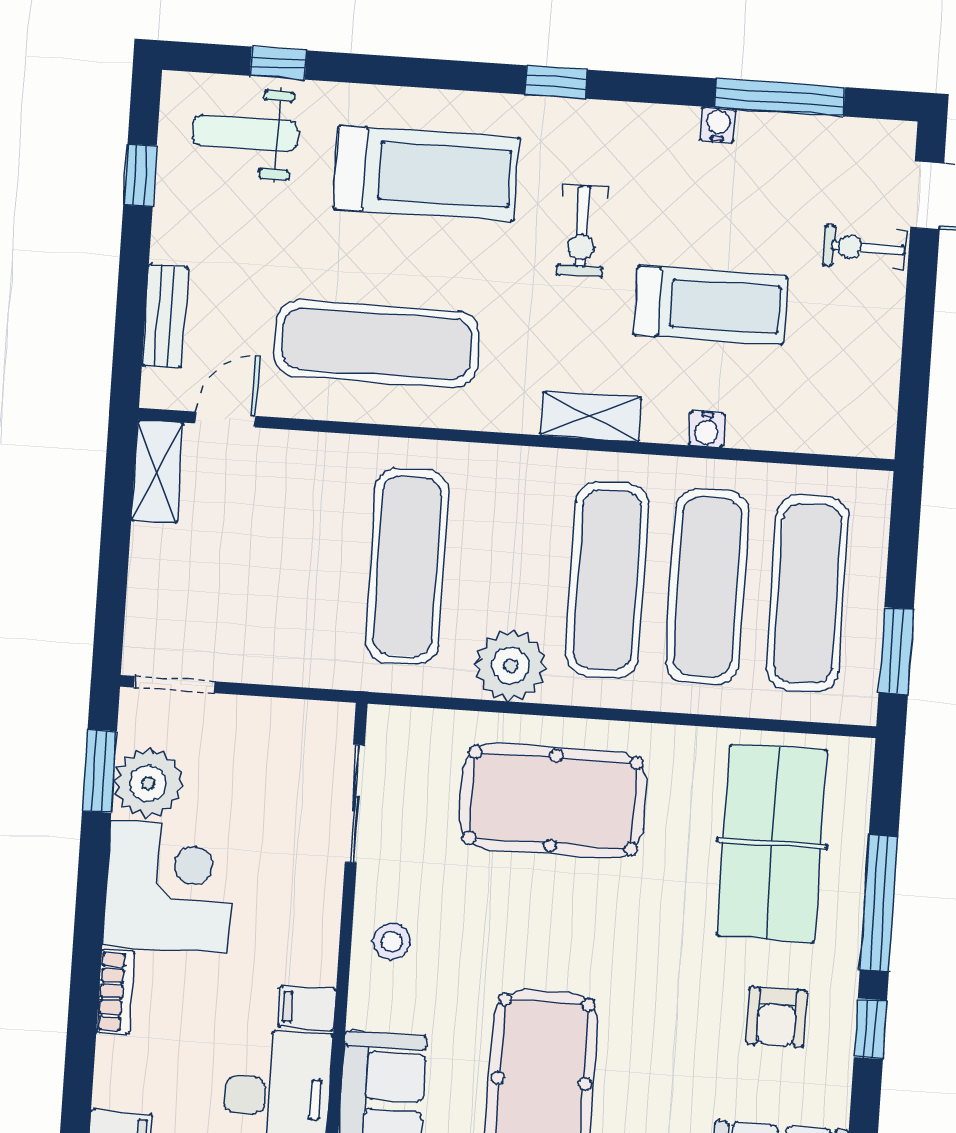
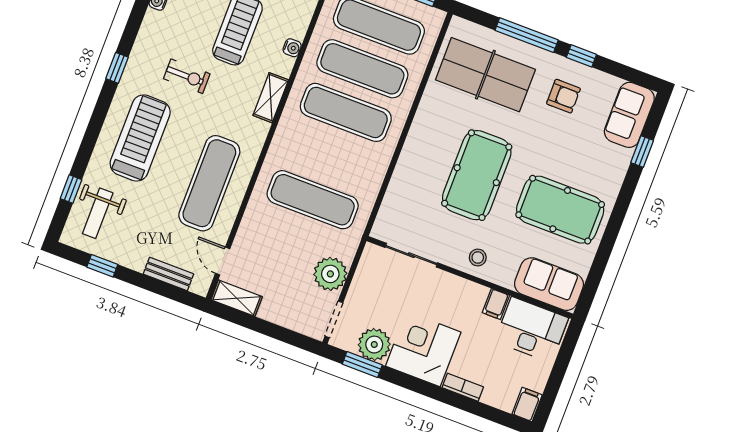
plant: (511, 666) -> (330, 274), moved
pool table: (553, 801) -> (477, 175), moved

